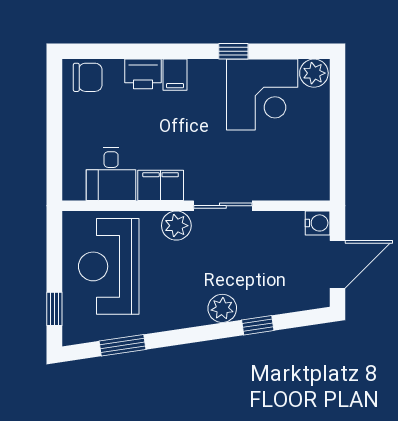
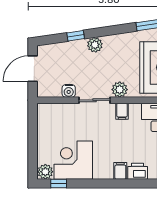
window: (233, 51) -> (59, 184), moved
filing cabinet: (161, 185) -> (122, 111), width x0.50
water cooler: (318, 223) -> (69, 91), moved, turned -90

